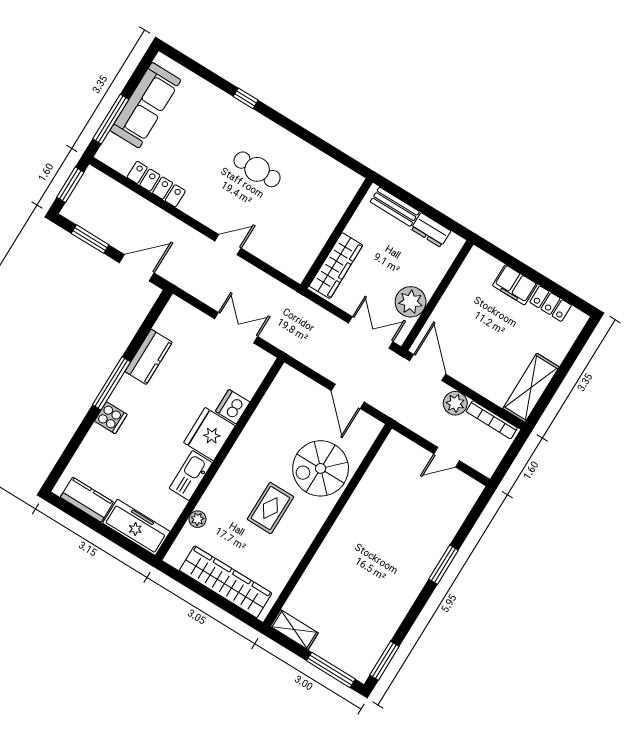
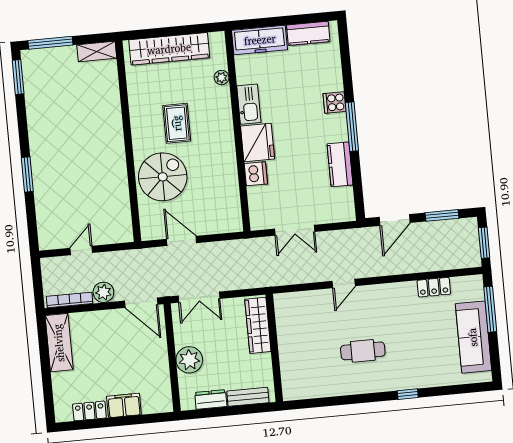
locker: (156, 184) -> (434, 287), width x0.66
plant: (411, 302) -> (189, 360), moved

